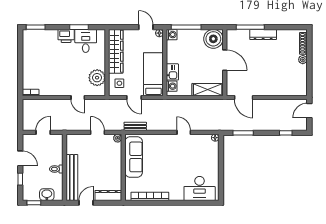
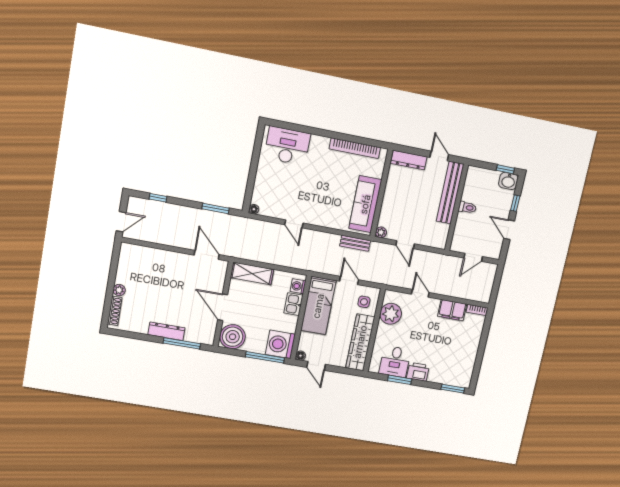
washing machine: (172, 35) -> (280, 344), width x1.89, depth x1.89
filing cabinet: (50, 89) -> (452, 310), added
washbasin: (47, 195) -> (508, 181), moved
door: (86, 203) -> (439, 156), swing flipped

